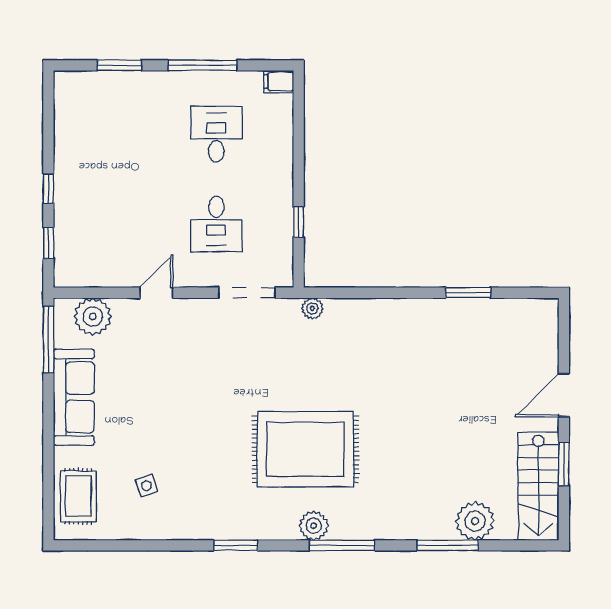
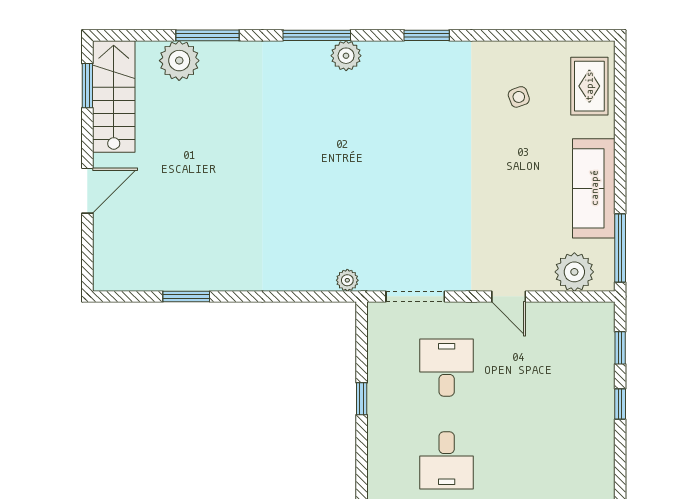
window: (299, 222) -> (362, 399), moved
door: (156, 293) -> (509, 296), hinge flipped
rug: (305, 449) -> (355, 135), removed
window: (564, 464) -> (87, 86), moved

